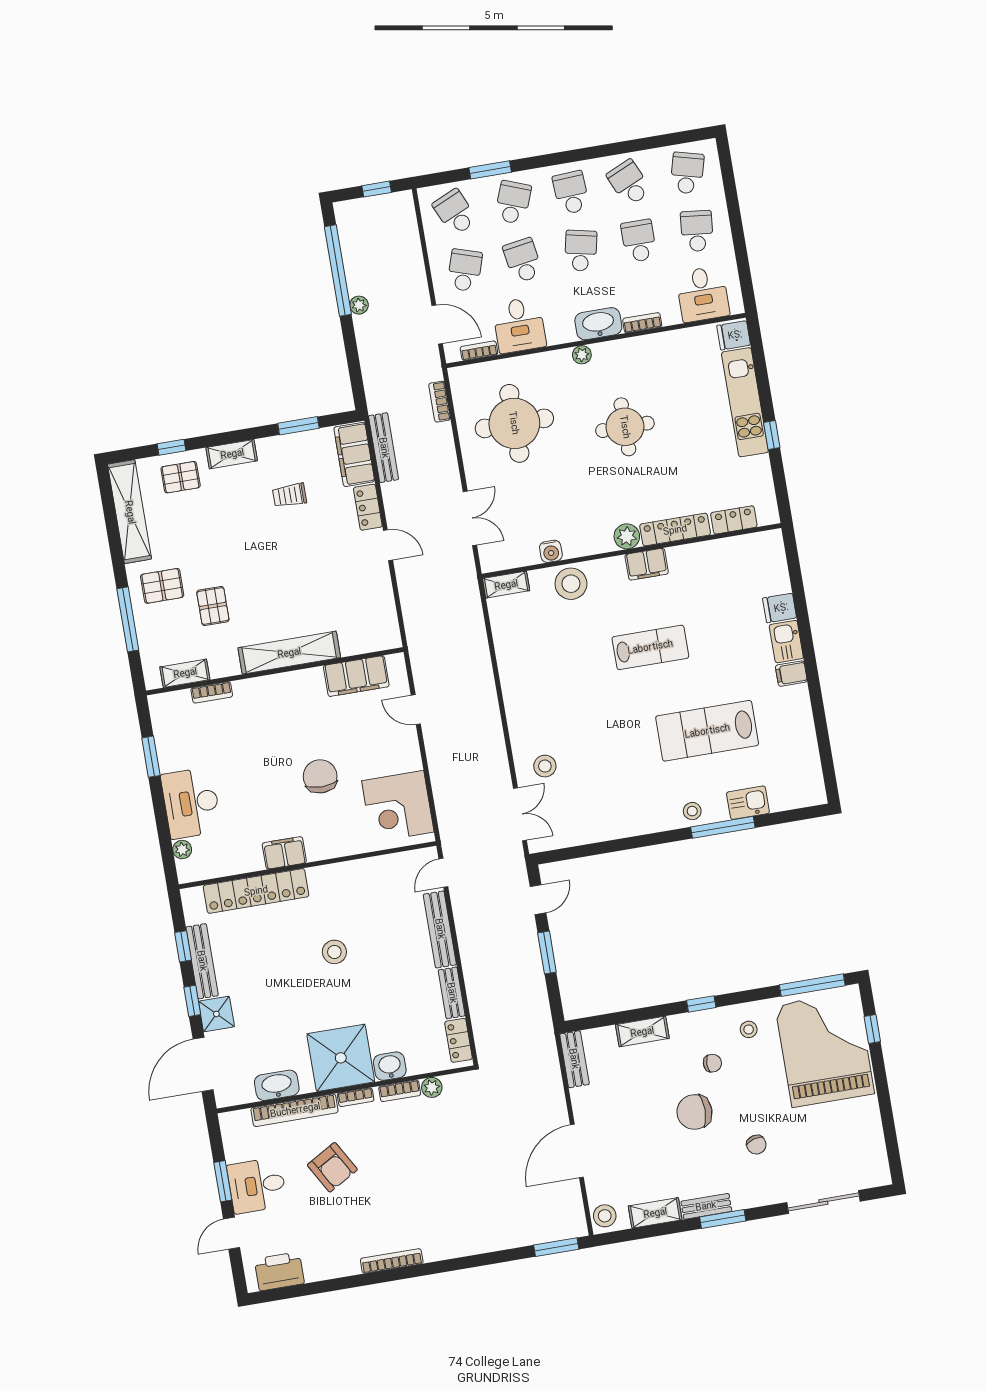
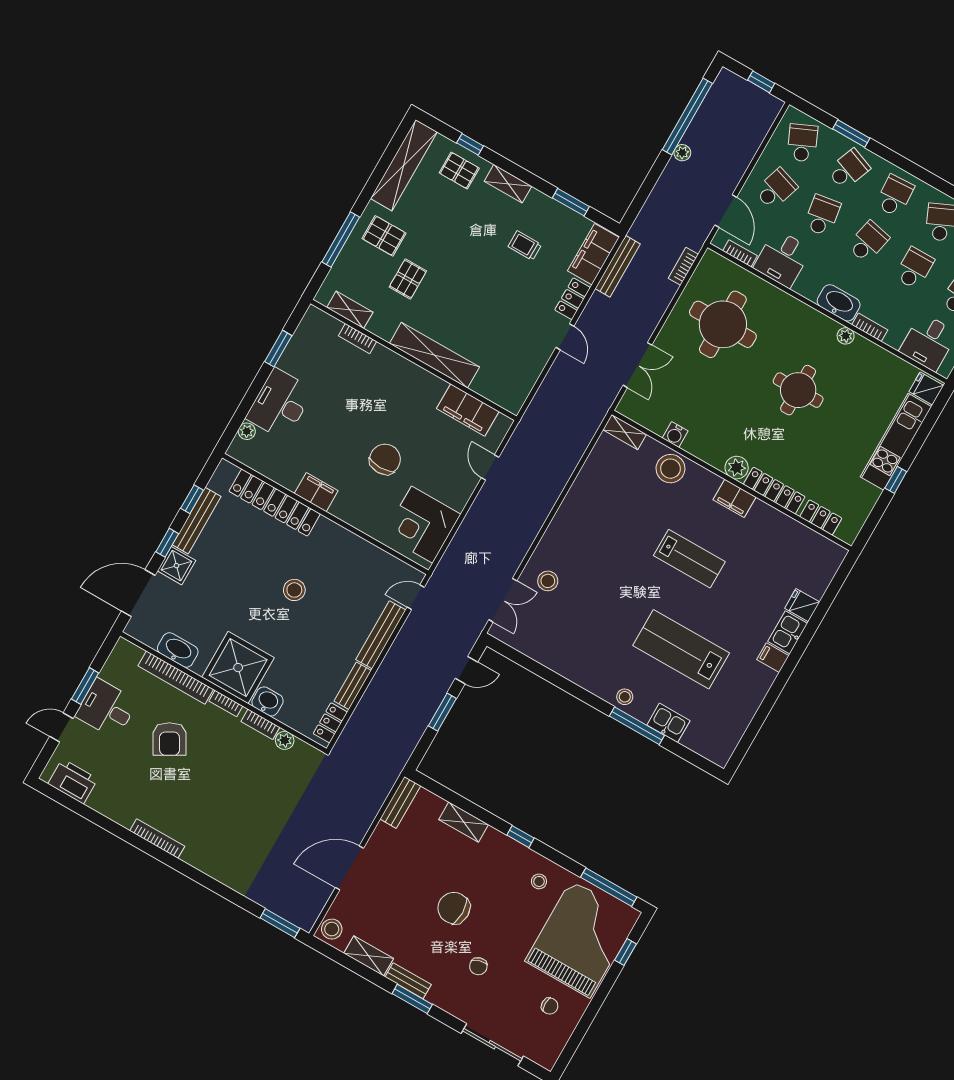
plant: (582, 355) -> (846, 336), moved
chair: (712, 1063) -> (550, 1006), moved

